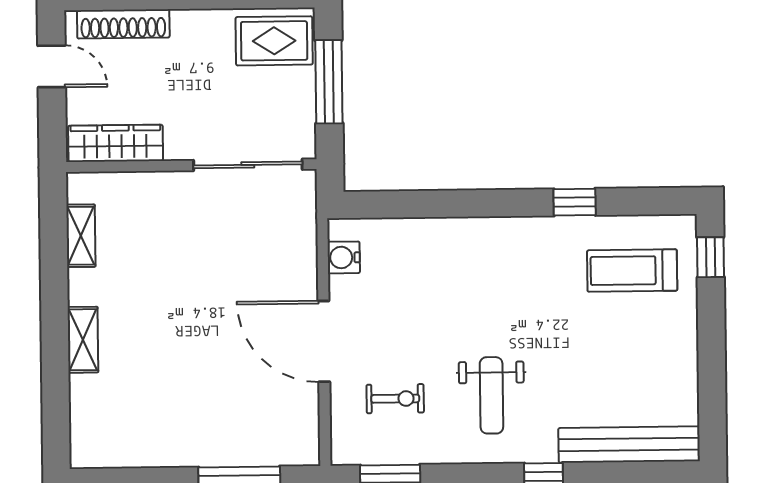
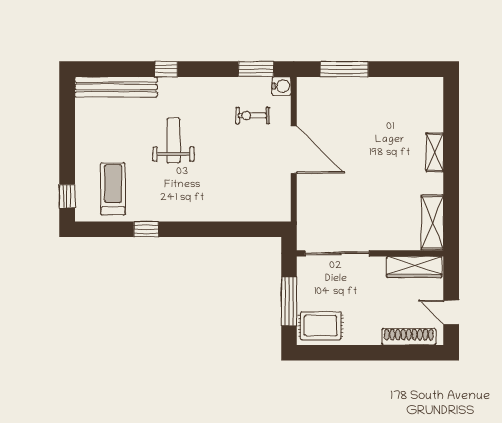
shelving: (81, 236) -> (432, 222), width x1.50, depth x1.33
water cooler: (344, 257) -> (282, 86), moved
treadmill: (632, 271) -> (113, 189), turned -90
weight bench: (491, 395) -> (173, 141), moved

